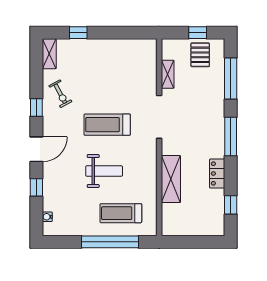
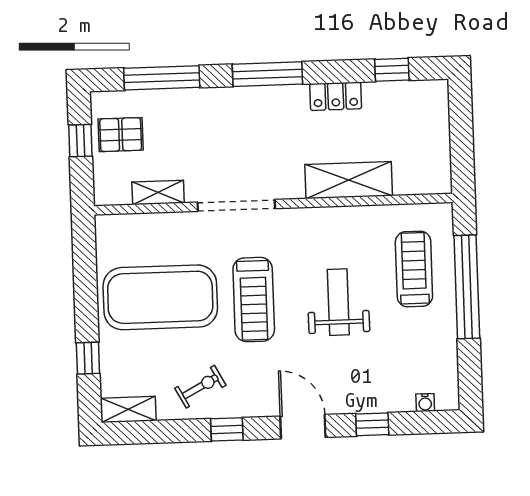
exercise mat: (110, 73) -> (160, 297), added
treadmill: (121, 213) -> (414, 269), turned 180

